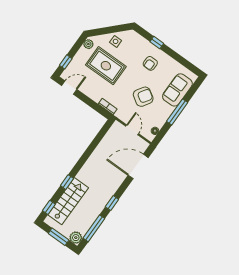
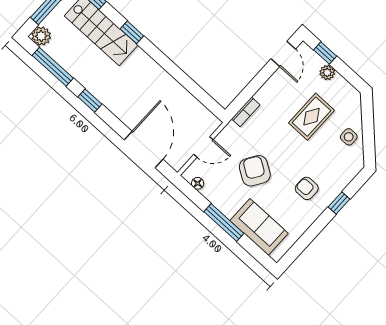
plant: (88, 44) -> (327, 73), moved
rug: (106, 66) -> (311, 117), width x0.73, depth x0.70
armchair: (143, 97) -> (255, 171), turned 180

